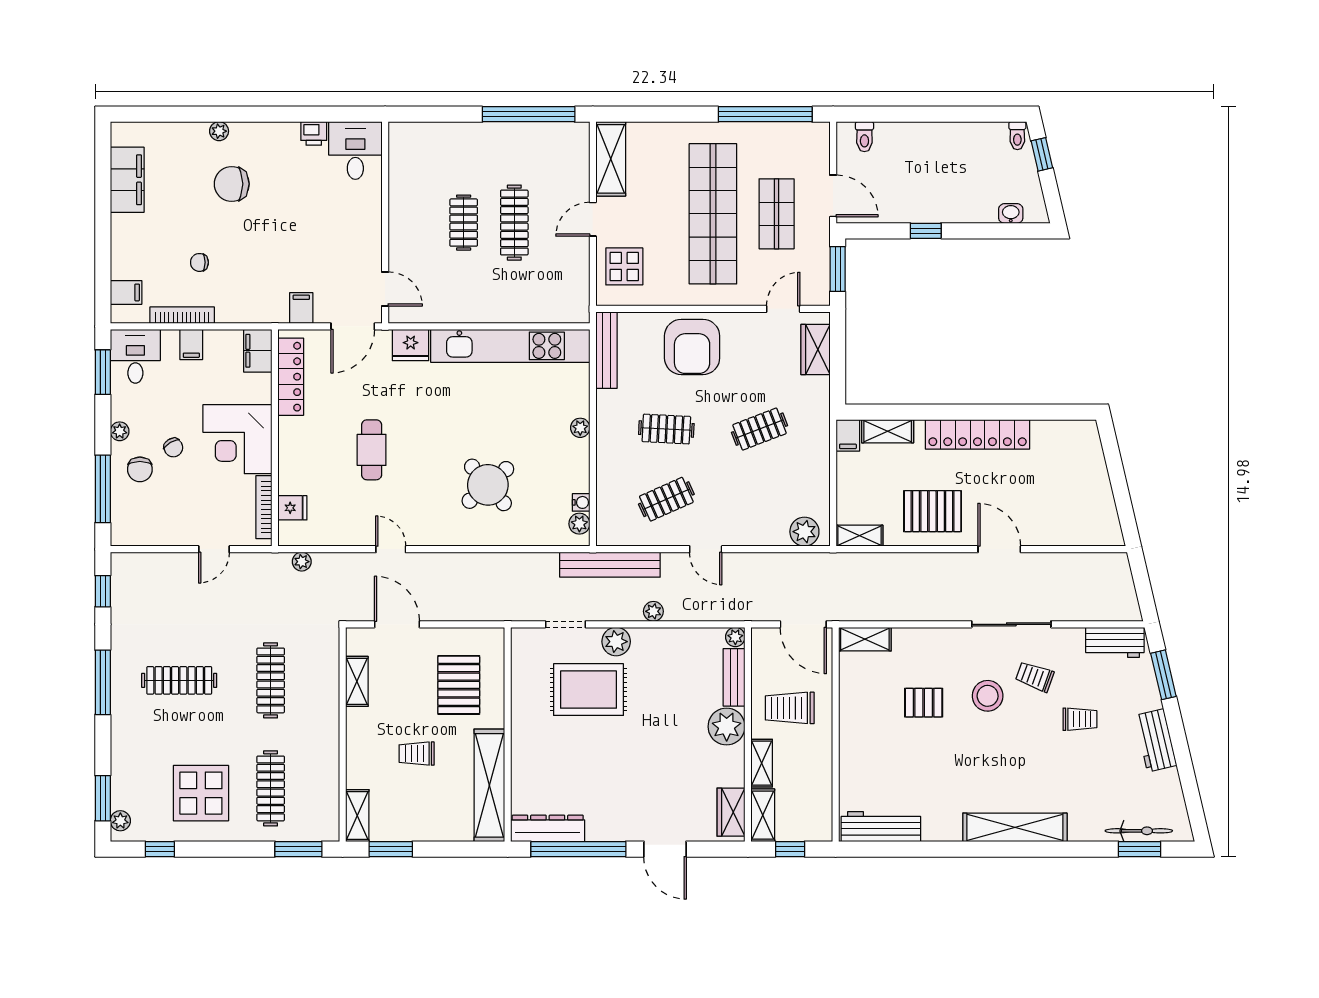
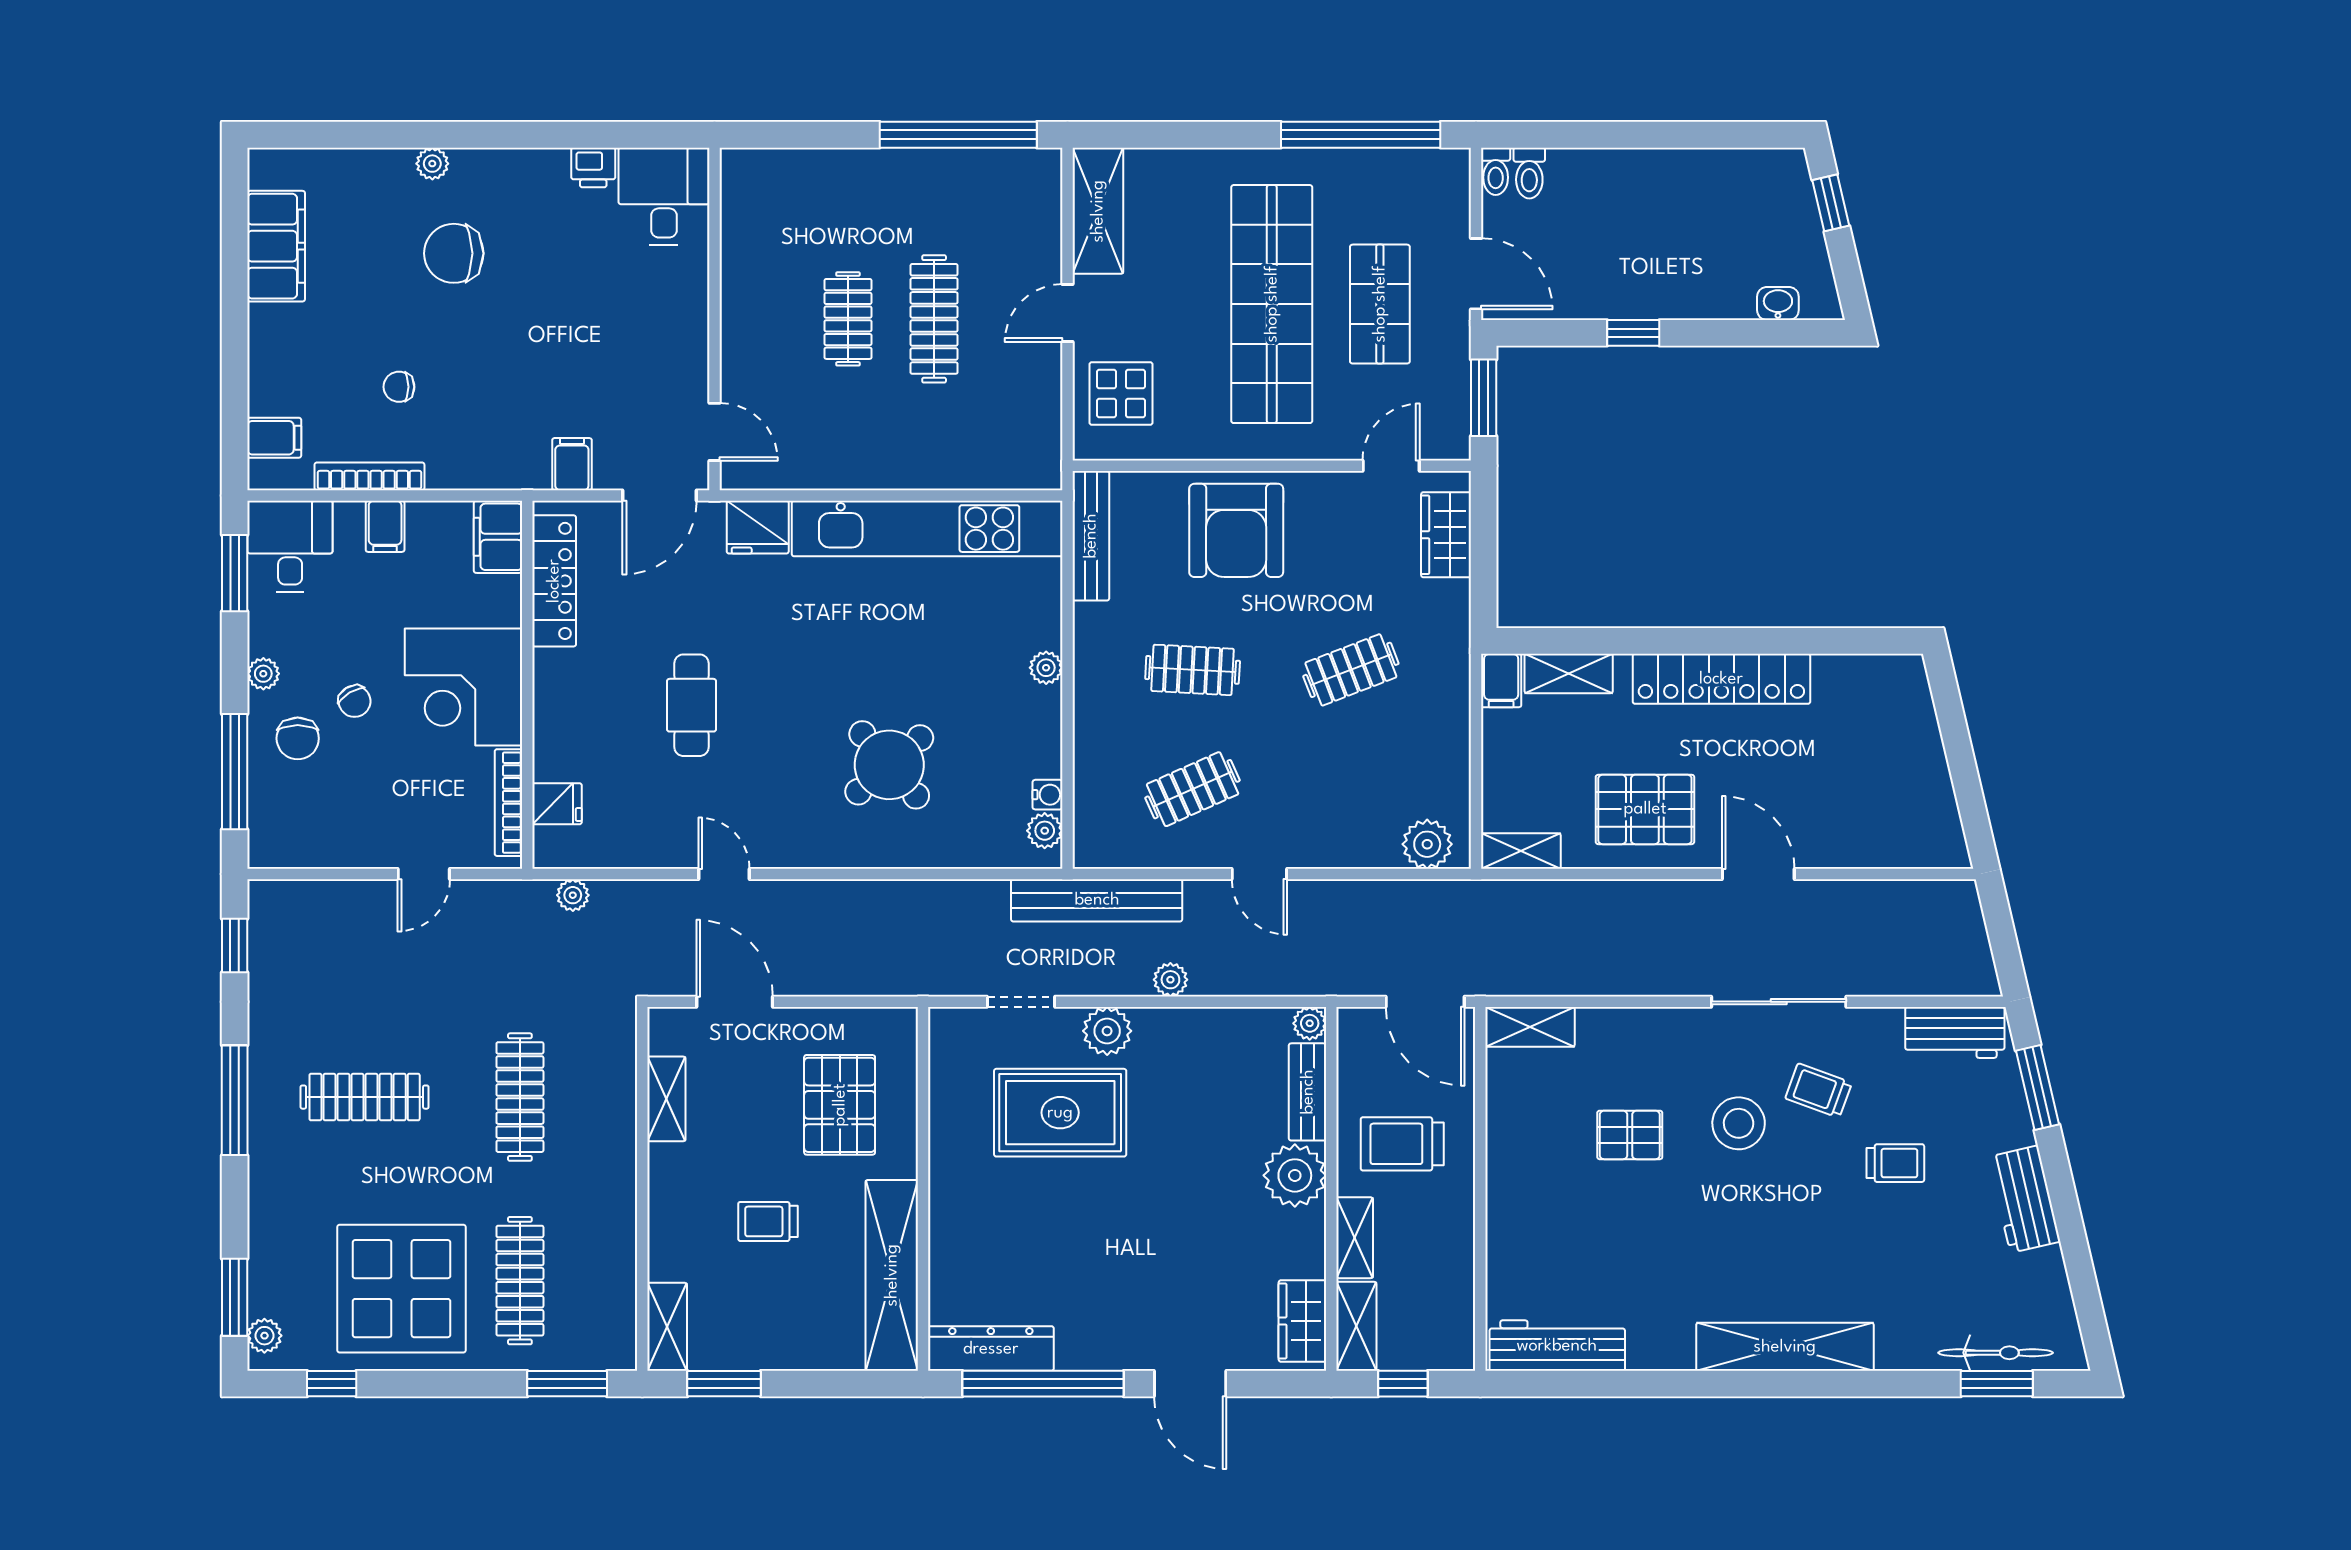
toilet: (1017, 136) -> (1496, 171), moved
display table: (201, 793) -> (401, 1289), width x1.36, depth x1.36

